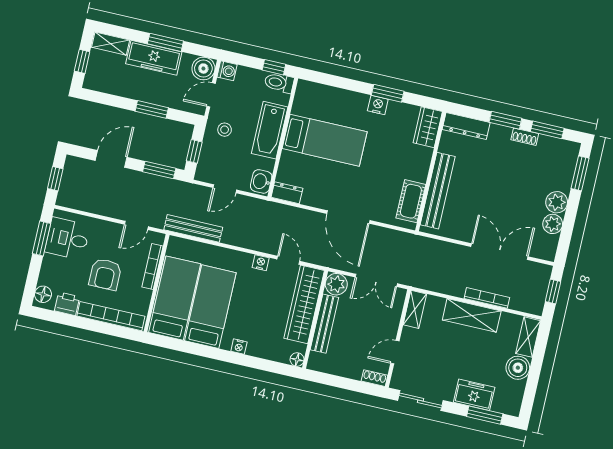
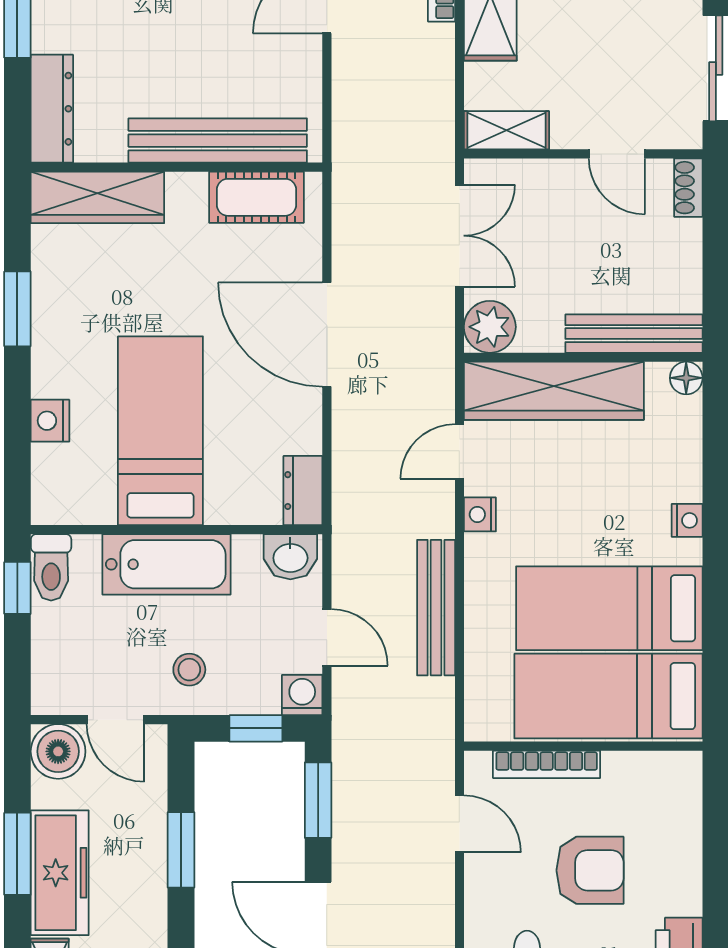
washing machine: (227, 71) -> (302, 695), moved
nightstand: (378, 105) -> (50, 421), moved
wardrobe: (428, 127) -> (97, 197), width x1.50
door: (348, 217) -> (327, 334), swing flipped
bench: (193, 228) -> (436, 608), moved
bookcase: (111, 316) -> (685, 835), removed
bench: (324, 324) -> (634, 334), moved

